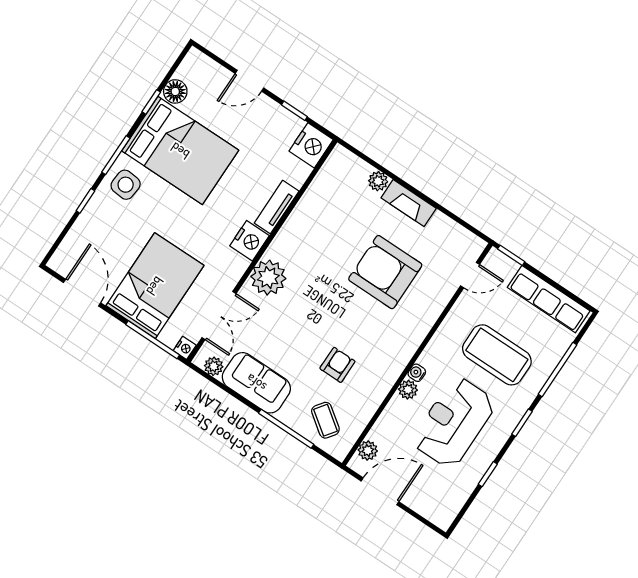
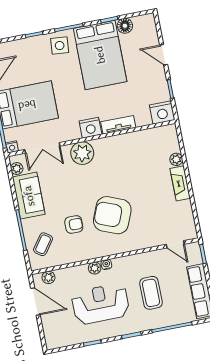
armchair: (385, 272) -> (112, 215), moved, turned -68
coffee table: (497, 355) -> (151, 293), width x0.73, depth x0.76

